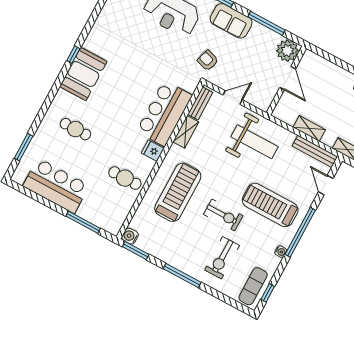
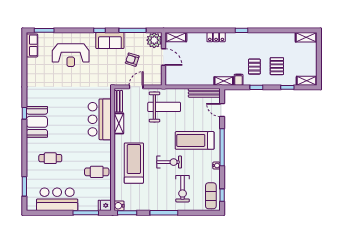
armchair: (208, 60) -> (132, 60), moved
shelving: (309, 129) -> (176, 37), moved
fridge: (153, 151) -> (105, 205), moved

